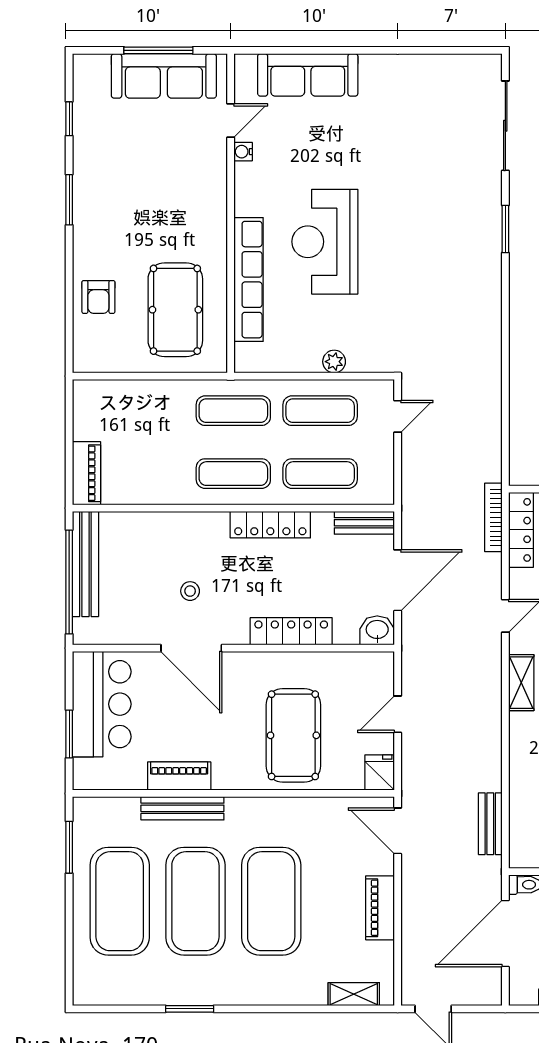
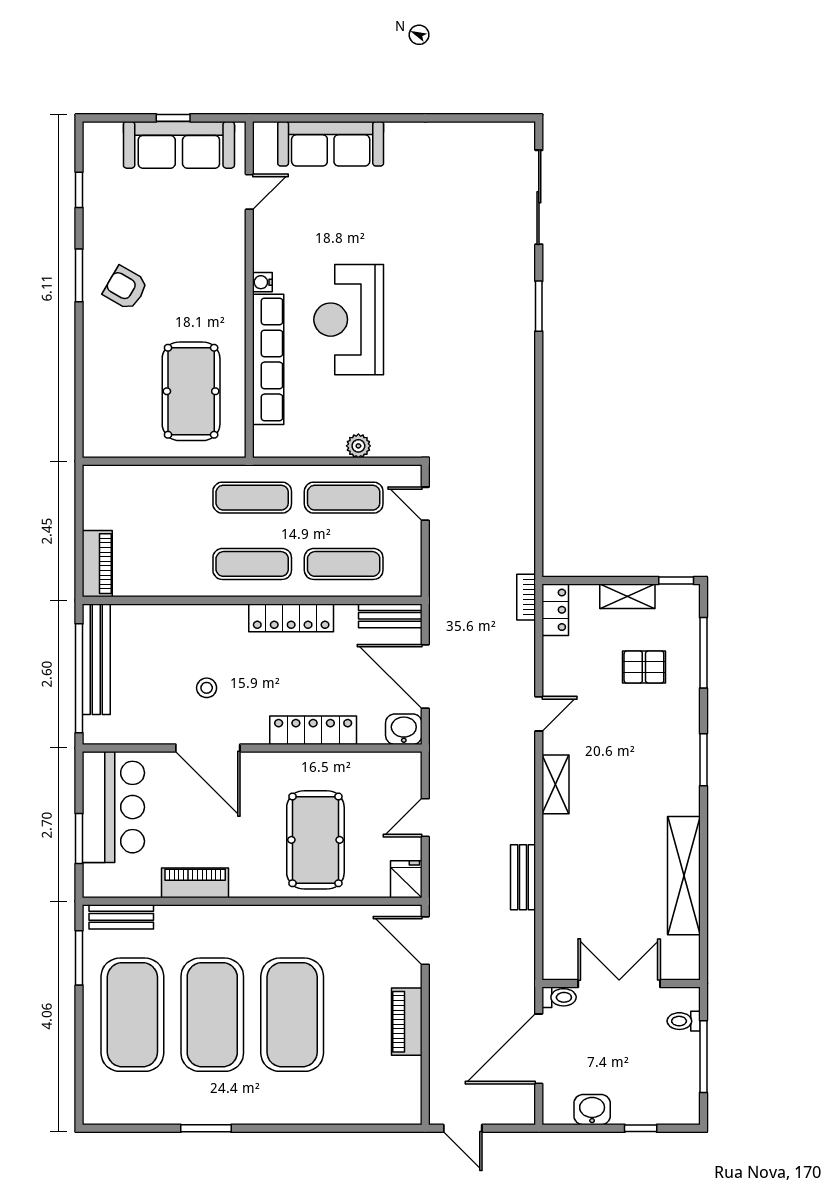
window: (158, 50) -> (173, 118), width x0.46
water cooler: (243, 152) -> (262, 282), moved
armchair: (98, 297) -> (125, 288), moved, turned 120
door: (398, 416) -> (425, 504), swing flipped
bookcase: (493, 517) -> (526, 597), width x0.64
locker: (521, 530) -> (555, 610), width x0.66
door: (398, 580) -> (425, 676), swing flipped
bench: (182, 808) -> (121, 917), moved, width x0.73
bench: (490, 824) -> (523, 877), moved
shelving: (354, 994) -> (379, 1113), removed

